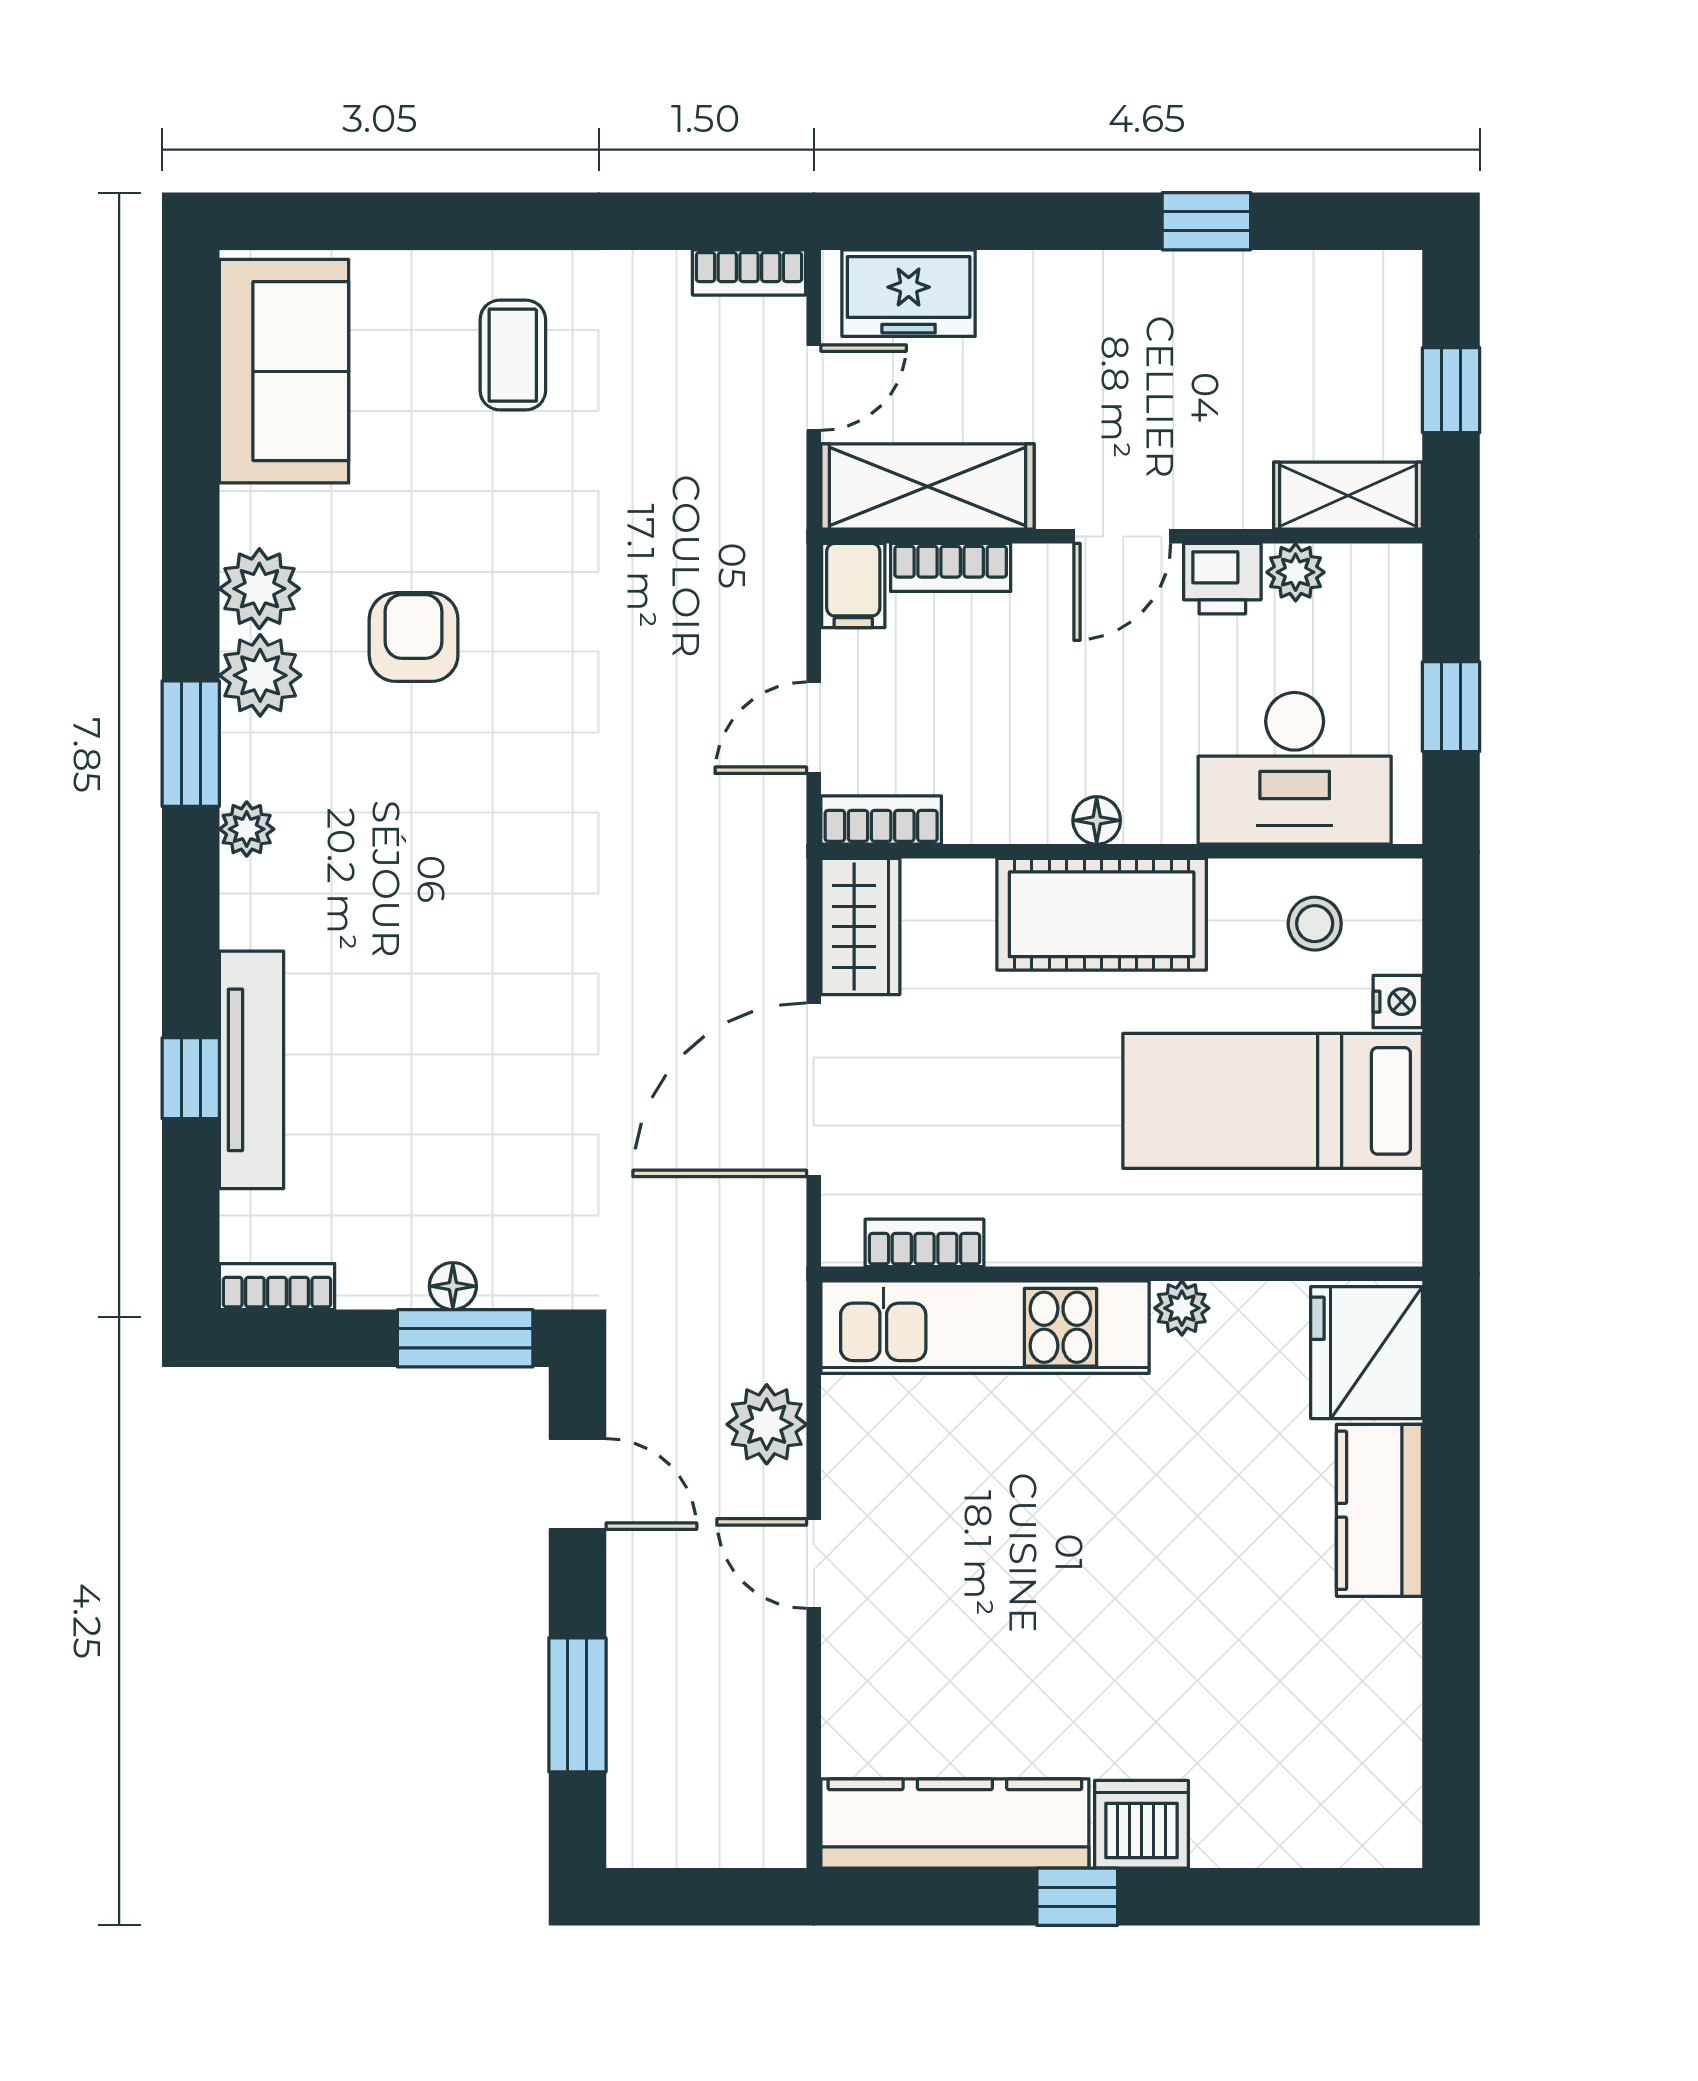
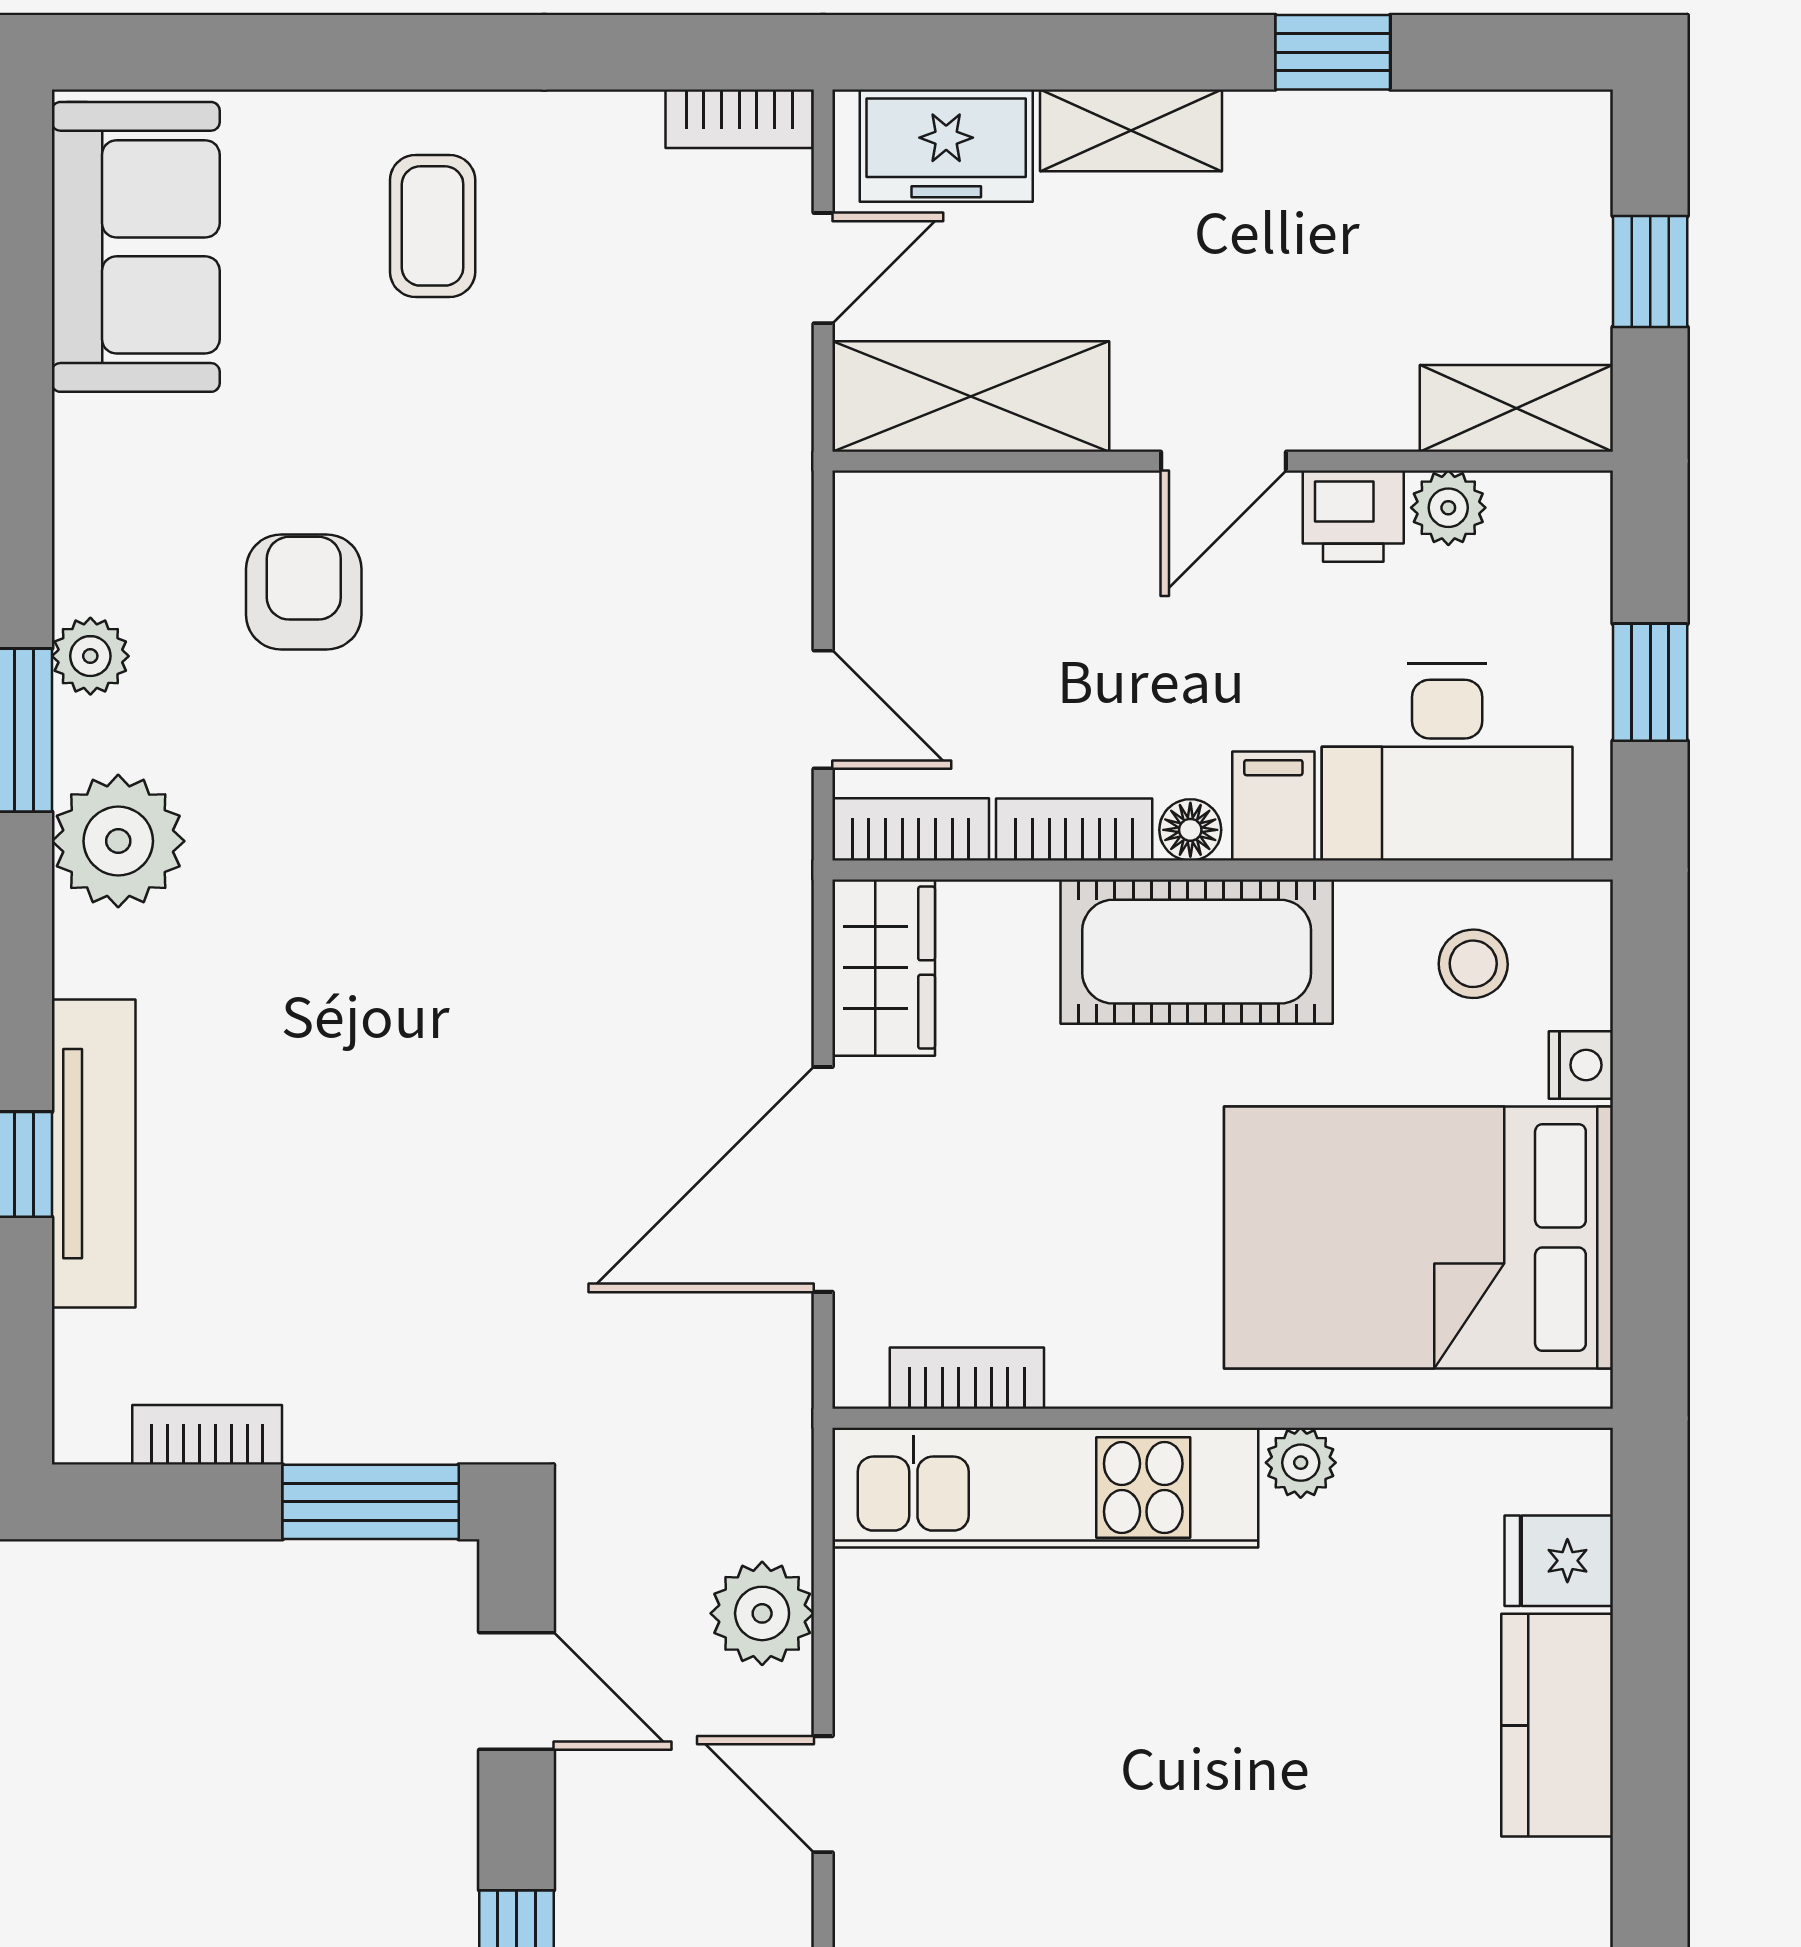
shelving: (1051, 281) -> (1131, 130), added
bookcase: (951, 567) -> (1074, 830), moved, turned 180
filing cabinet: (853, 586) -> (1273, 806), moved, turned 180
plant: (259, 589) -> (104, 529), removed
plant: (260, 675) -> (90, 656), width x0.73, depth x0.73
door: (814, 728) -> (823, 710), swing flipped
plant: (247, 829) -> (118, 841), width x1.87, depth x1.87
bed: (1273, 1101) -> (1419, 1237), width x1.50
floor lamp: (453, 1286) -> (355, 1434), removed
bookcase: (277, 1287) -> (207, 1435), moved
fridge: (1367, 1353) -> (1559, 1561), width x0.53, depth x0.75

